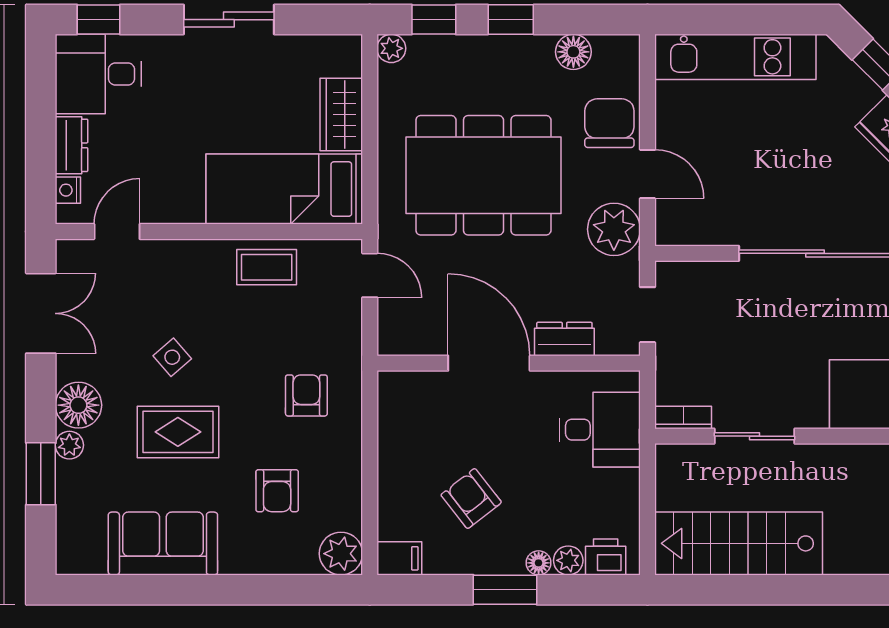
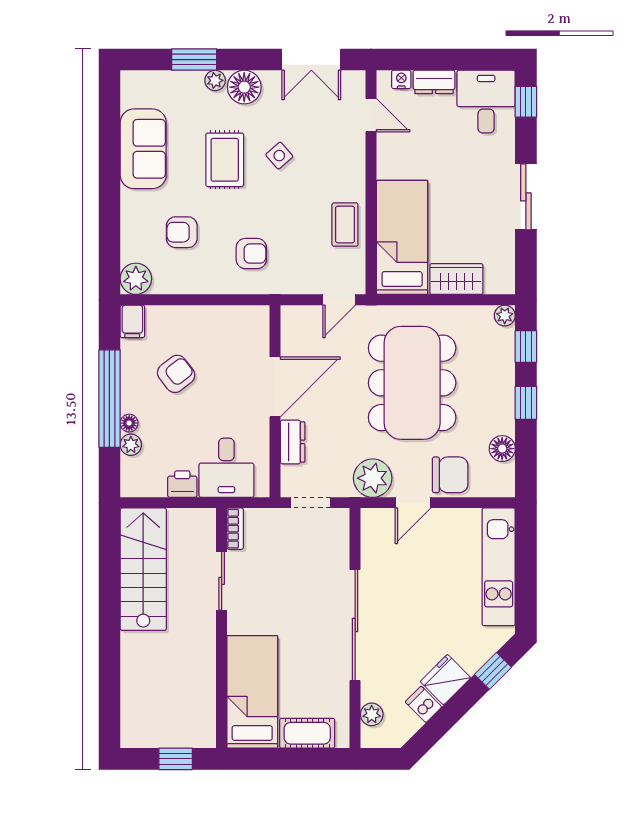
printer: (606, 557) -> (182, 484), moved, turned -90
window: (505, 590) -> (109, 399), width x2.11

